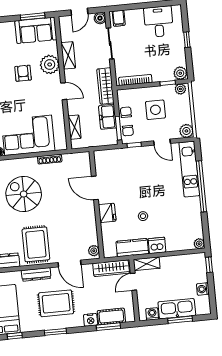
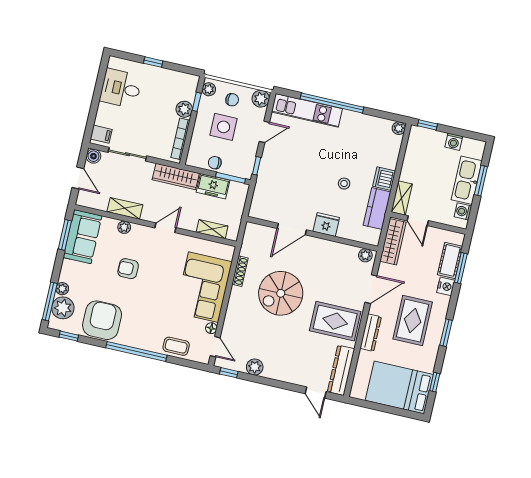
plant: (50, 64) -> (124, 227), width x0.53, depth x0.53
plant: (180, 73) -> (184, 109), moved
chair: (128, 131) -> (232, 100), moved
spiral stairs: (24, 194) -> (281, 293), moved

